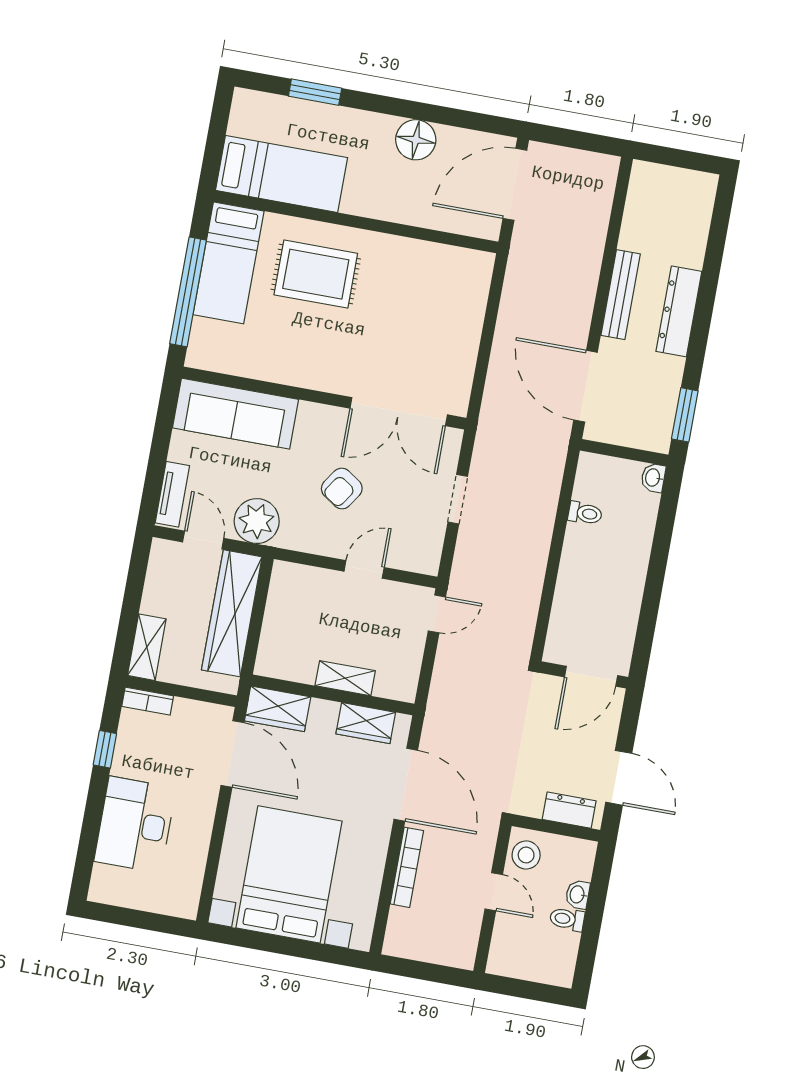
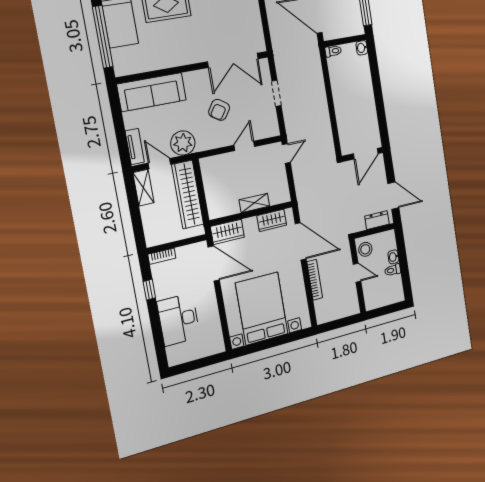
toilet: (585, 513) -> (333, 51), moved
shelving: (147, 647) -> (143, 188), moved

